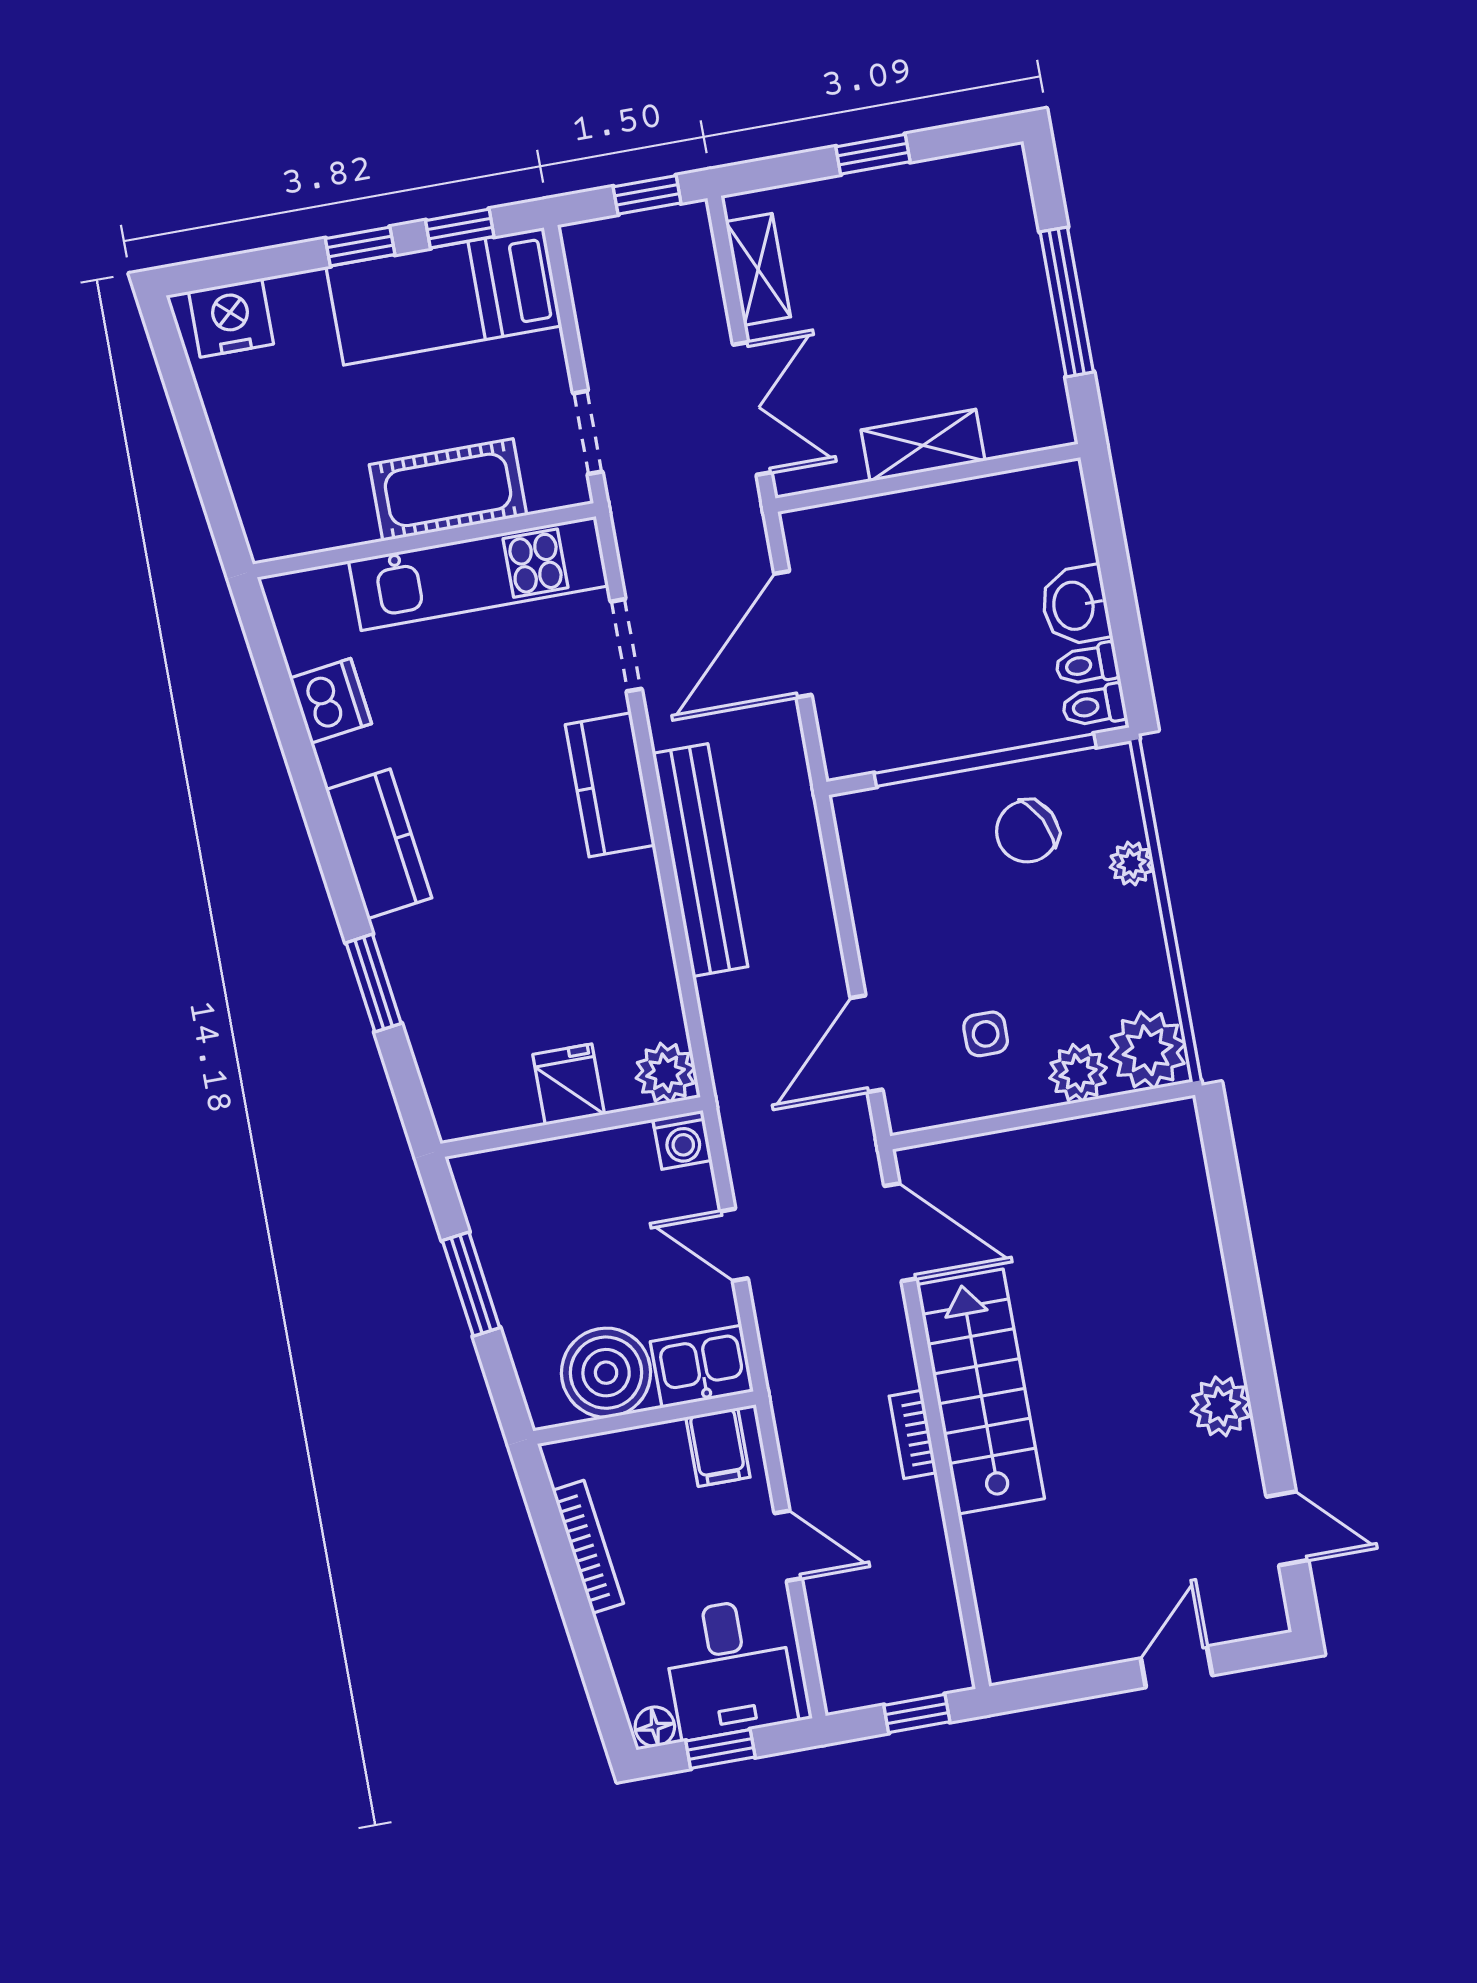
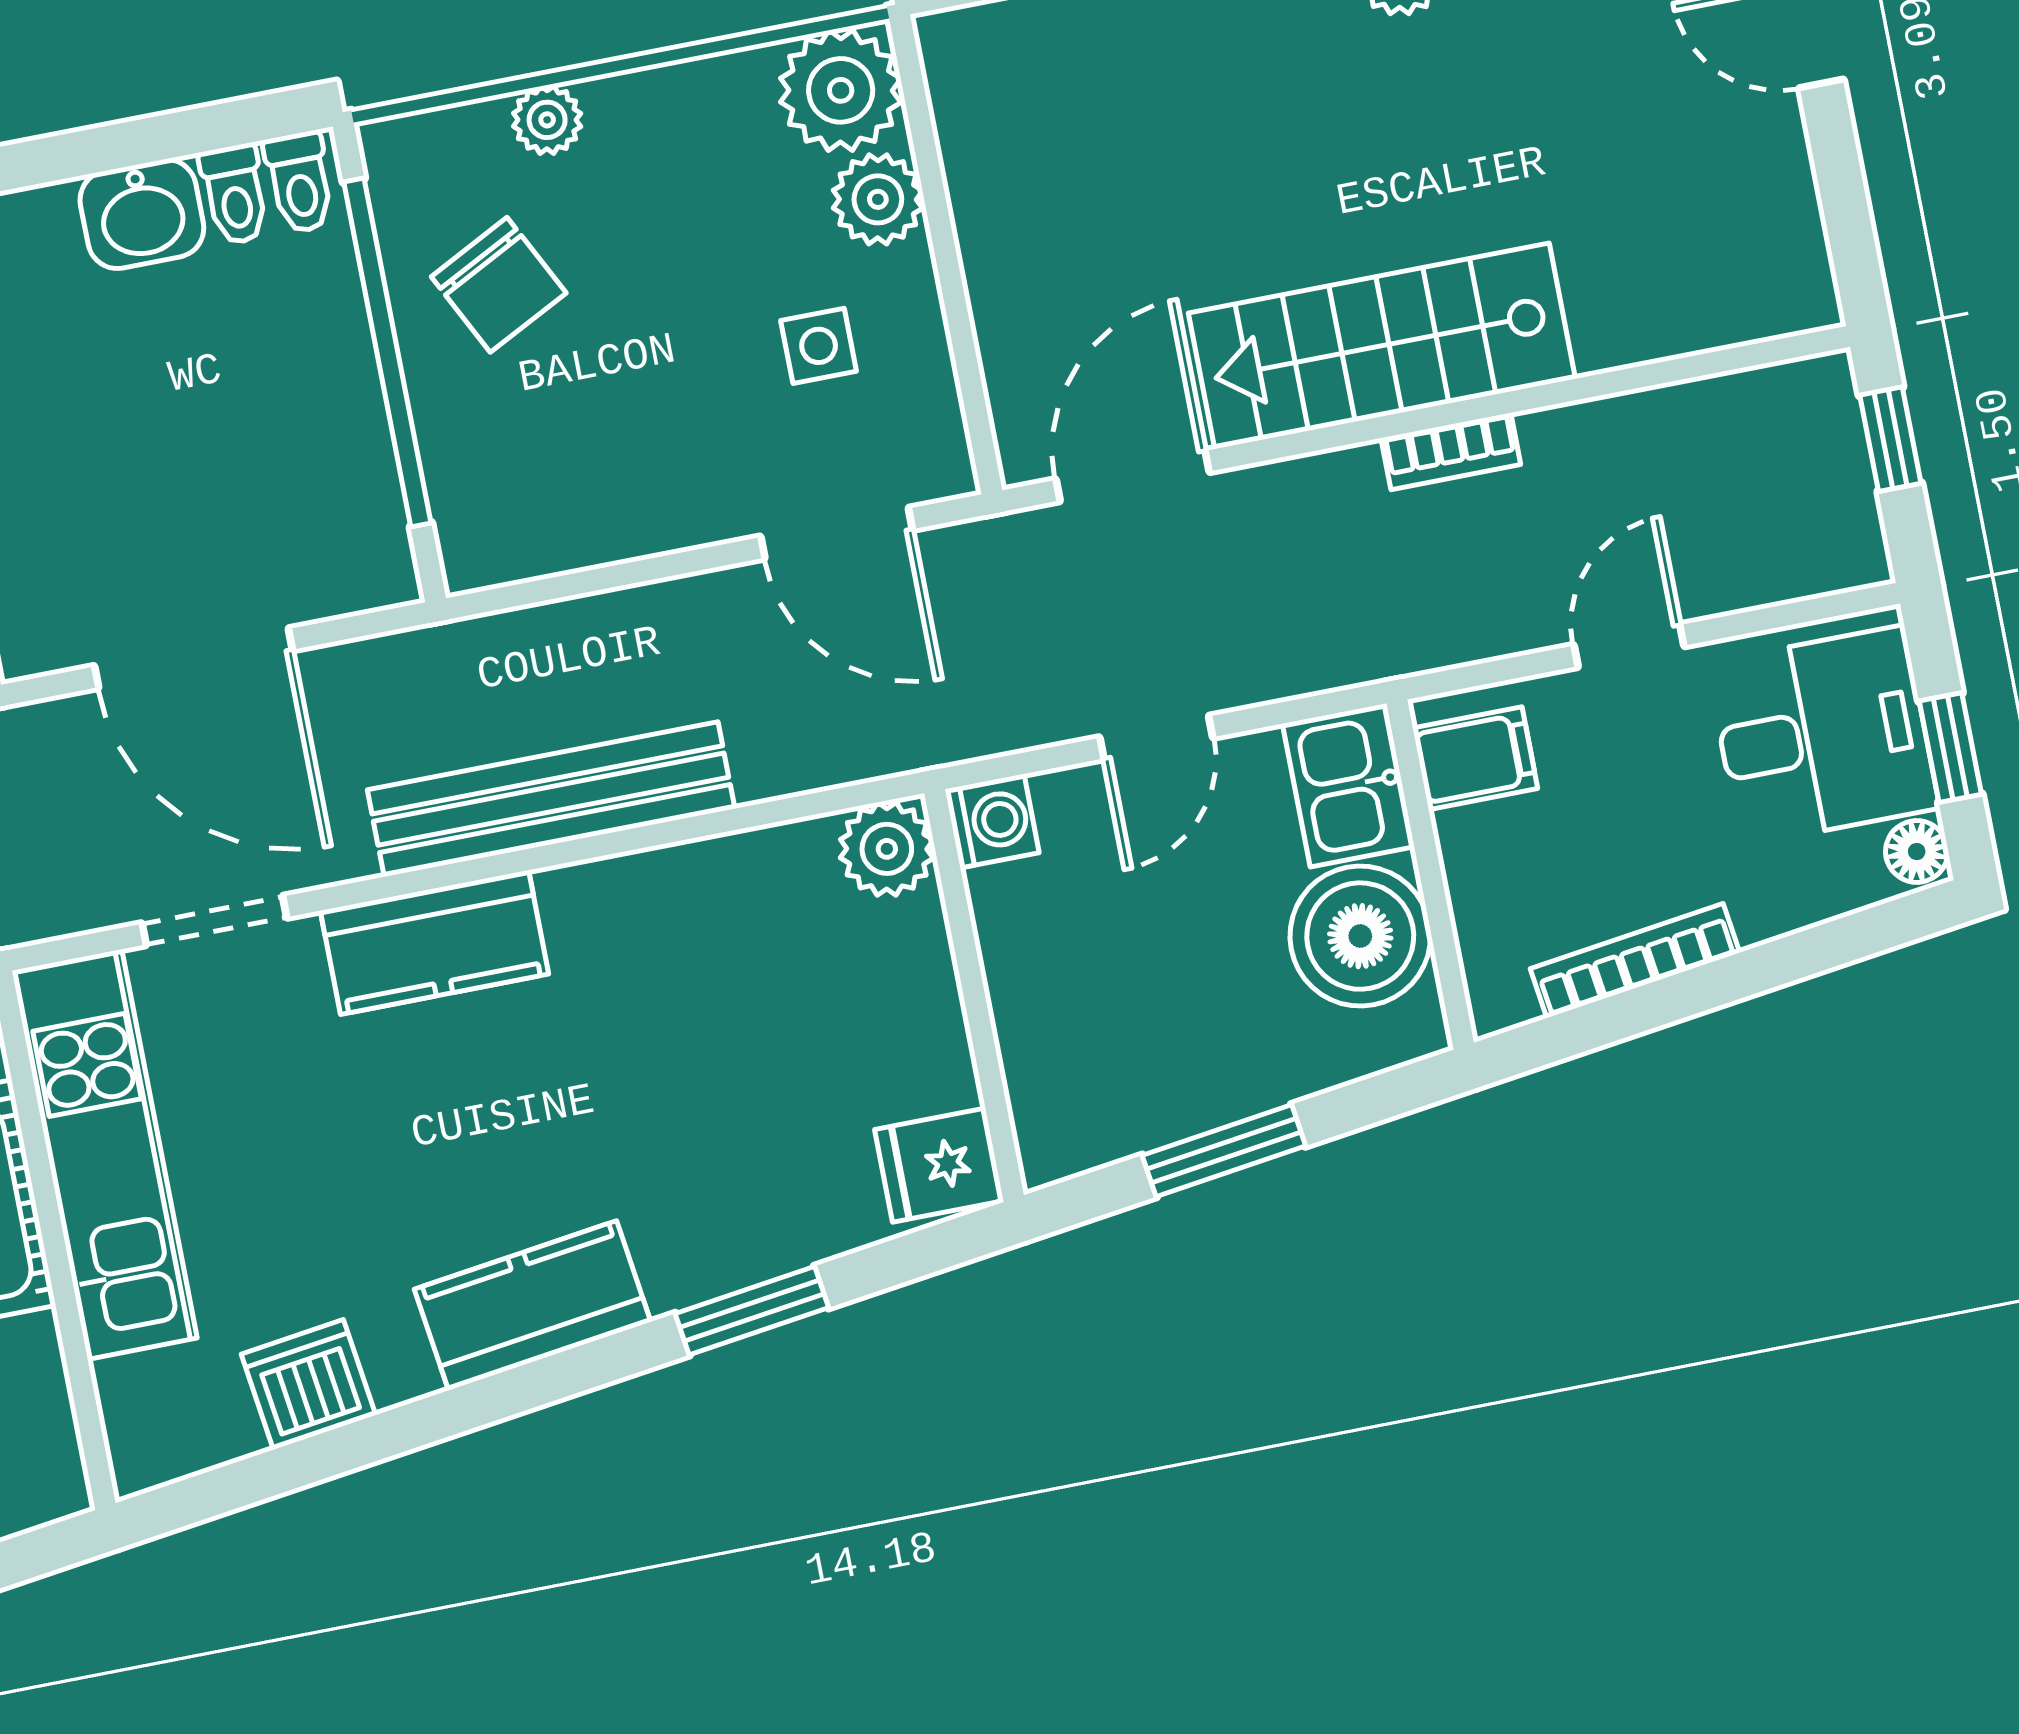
fridge: (569, 1084) -> (939, 1165), moved

